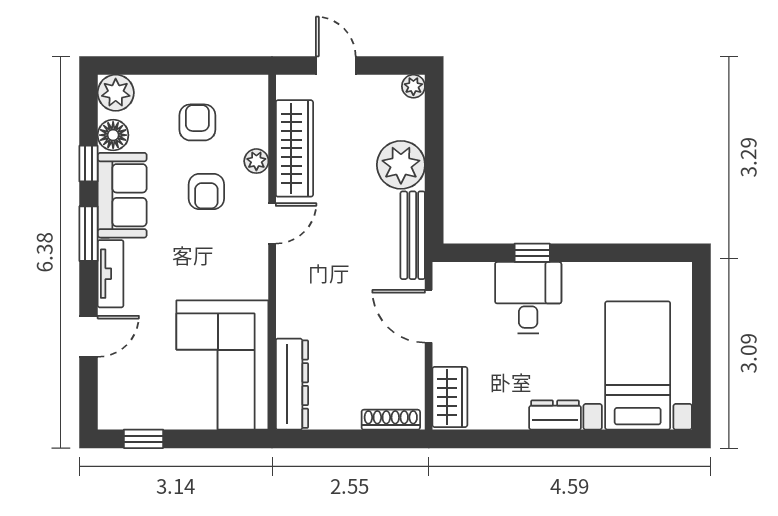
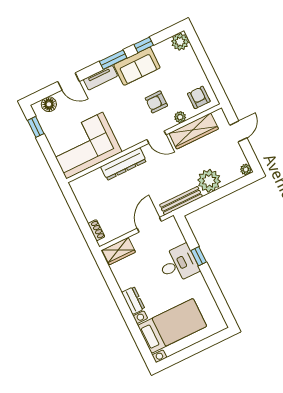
armchair: (197, 122) -> (199, 97), moved, turned -90
floor lamp: (113, 135) -> (49, 104), moved
dresser: (292, 384) -> (124, 164), moved
shoe rack: (391, 420) -> (96, 230), width x0.70

